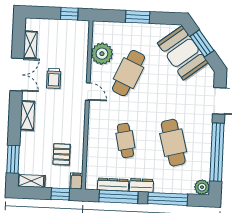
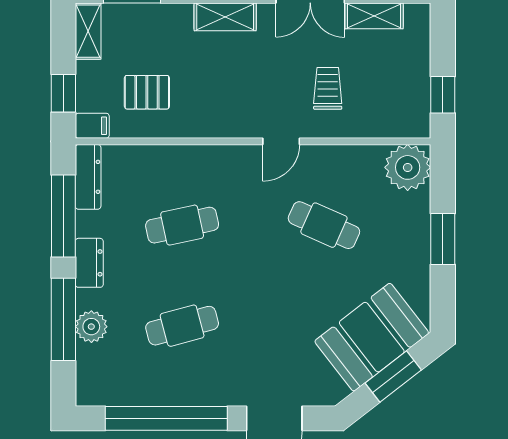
plant: (102, 54) -> (408, 167), moved
cafe table: (128, 73) -> (324, 225), width x0.73, depth x0.74
trolley: (54, 78) -> (328, 88), moved, turned 90
cafe table: (173, 143) -> (182, 326), width x0.73, depth x0.74
dresser: (113, 185) -> (88, 177), moved
plant: (202, 187) -> (91, 327), moved

